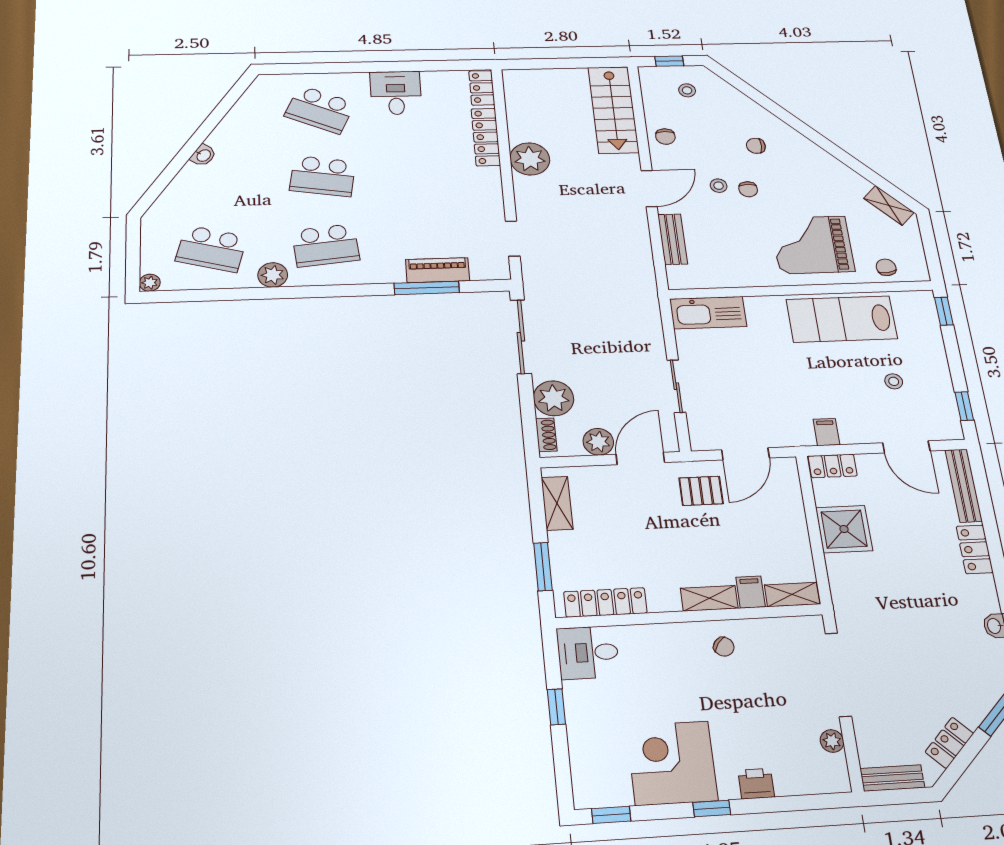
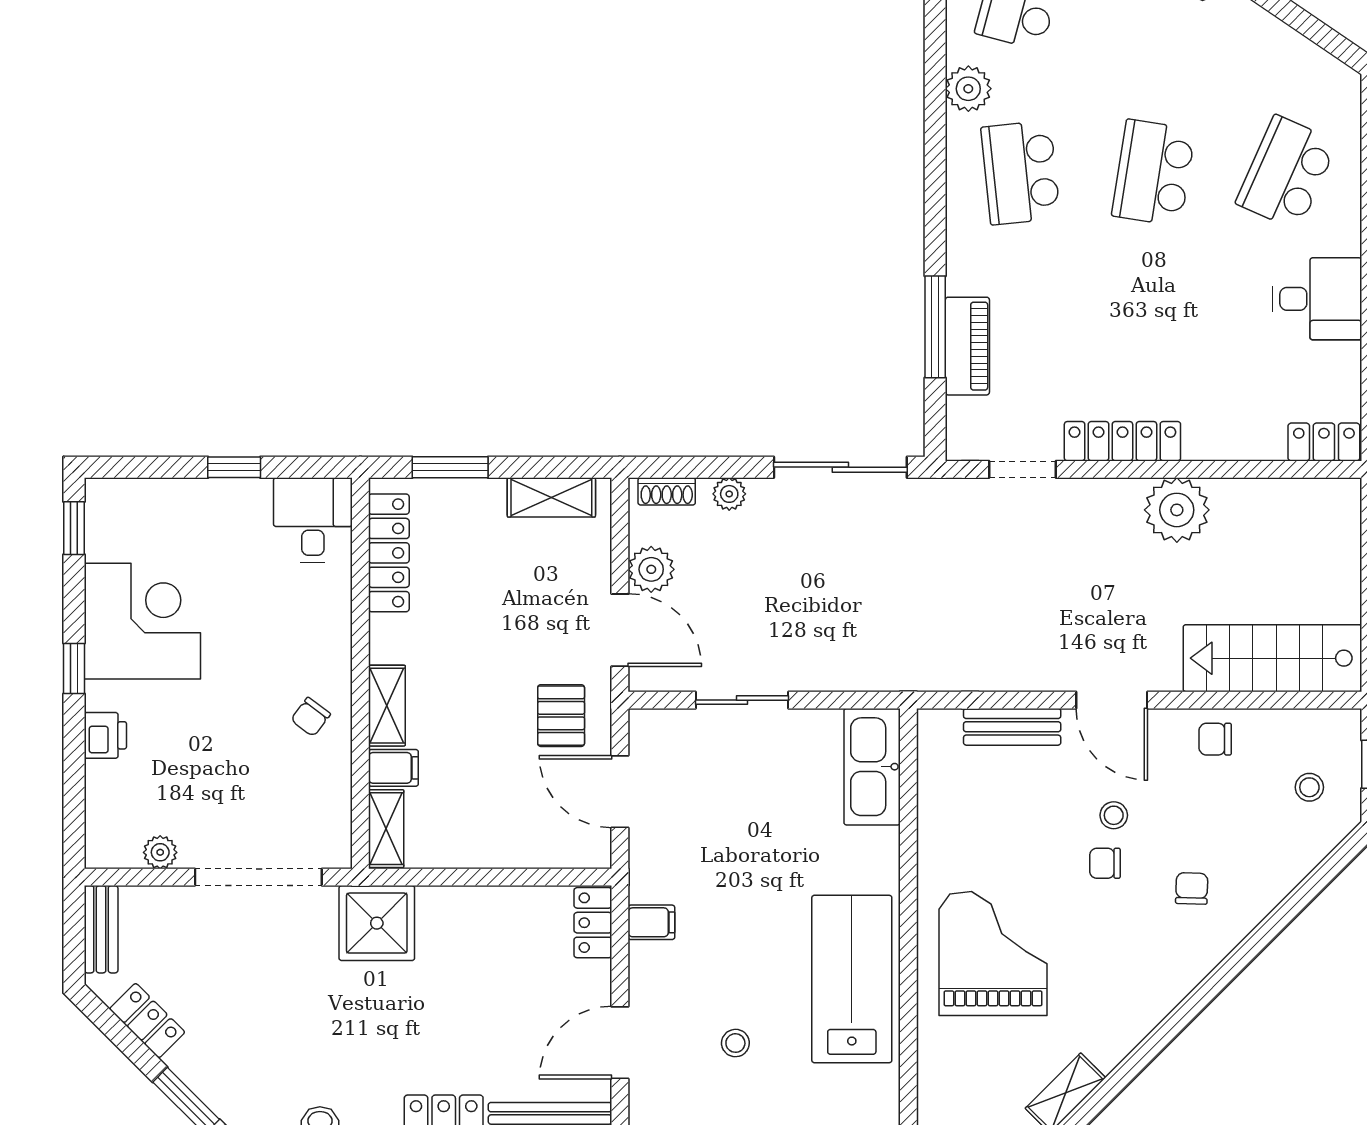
locker: (486, 137) -> (1122, 441), moved
chair: (886, 267) -> (946, 1068), removed
plant: (554, 398) -> (729, 494), width x0.53, depth x0.53
shower: (844, 529) -> (377, 923), moved

